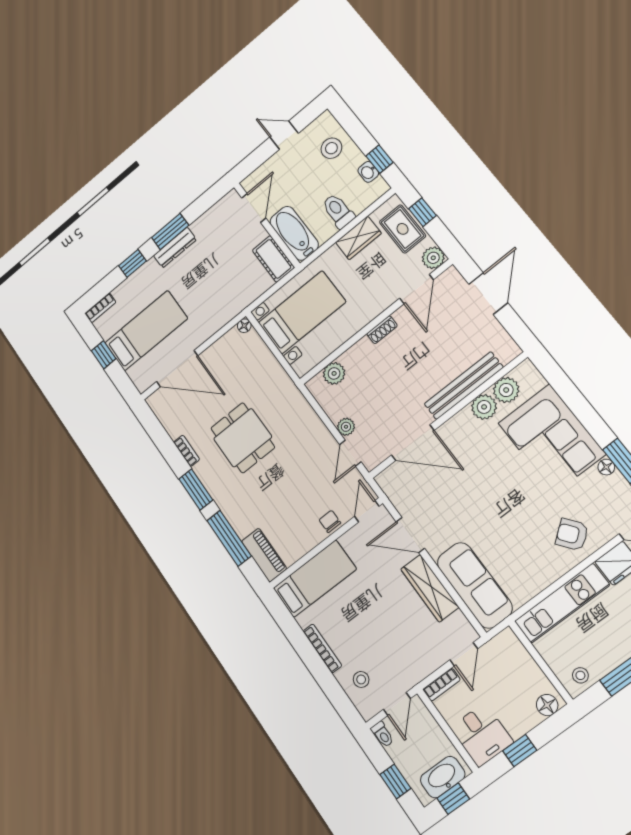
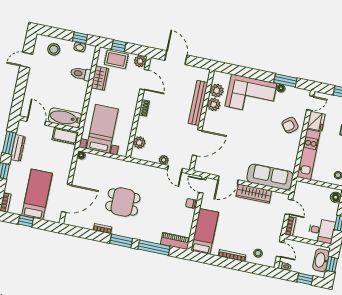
door: (254, 208) -> (36, 121), moved
wall: (267, 225) -> (49, 124), moved
bathtub: (294, 233) -> (65, 118), moved
cot: (273, 259) -> (65, 136), moved

